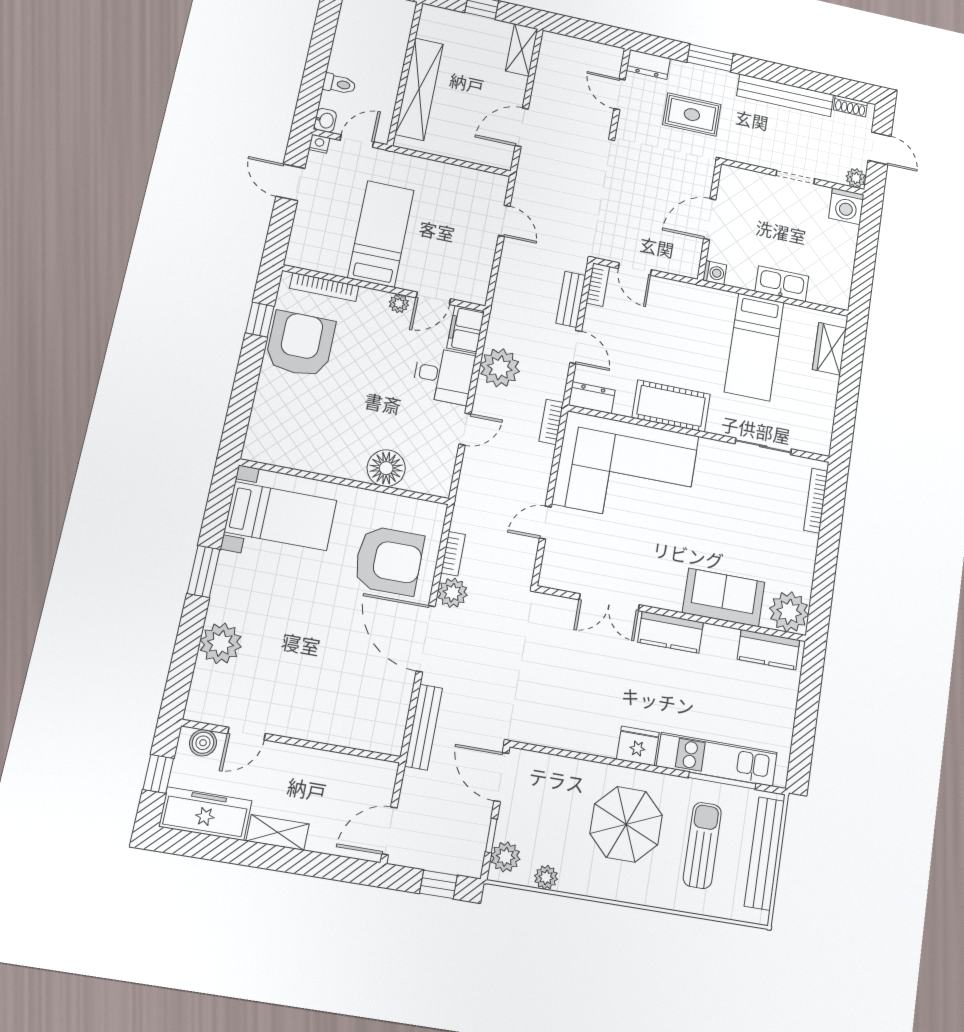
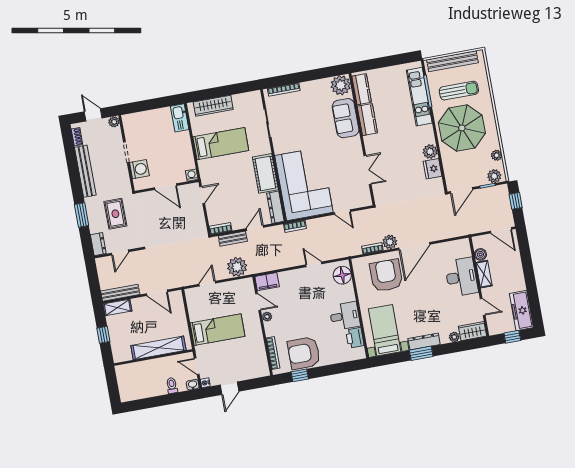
door: (880, 148) -> (93, 115), hinge flipped
washing machine: (846, 206) -> (139, 169), moved
bed: (381, 234) -> (217, 330), moved, turned 180
door: (635, 269) -> (202, 195), moved
kitchen sink: (782, 284) -> (180, 118), moved
wardrobe: (829, 349) -> (213, 106), width x1.50
plant: (500, 368) -> (237, 267), moved
desk: (444, 375) -> (345, 316), moved, turned 90
dresser: (592, 398) -> (275, 207), width x1.44
printer: (290, 452) -> (355, 338), added
floor lamp: (386, 468) -> (342, 275), moved
dresser: (225, 586) -> (424, 341), added
kitchen counter: (671, 632) -> (367, 120), moved
plant: (221, 643) -> (454, 337), width x0.53, depth x0.53
wardrobe: (205, 694) -> (473, 331), added
desk: (326, 712) -> (461, 277), added
bench: (424, 727) -> (120, 293), moved
plant: (602, 741) -> (430, 152), added
boiler: (203, 743) -> (480, 254), moved
fridge: (638, 746) -> (433, 169), moved
parasol: (626, 824) -> (462, 128), width x1.36, depth x1.36
shelving: (278, 832) -> (484, 274), moved
sun lounger: (702, 845) -> (459, 91), turned 180

